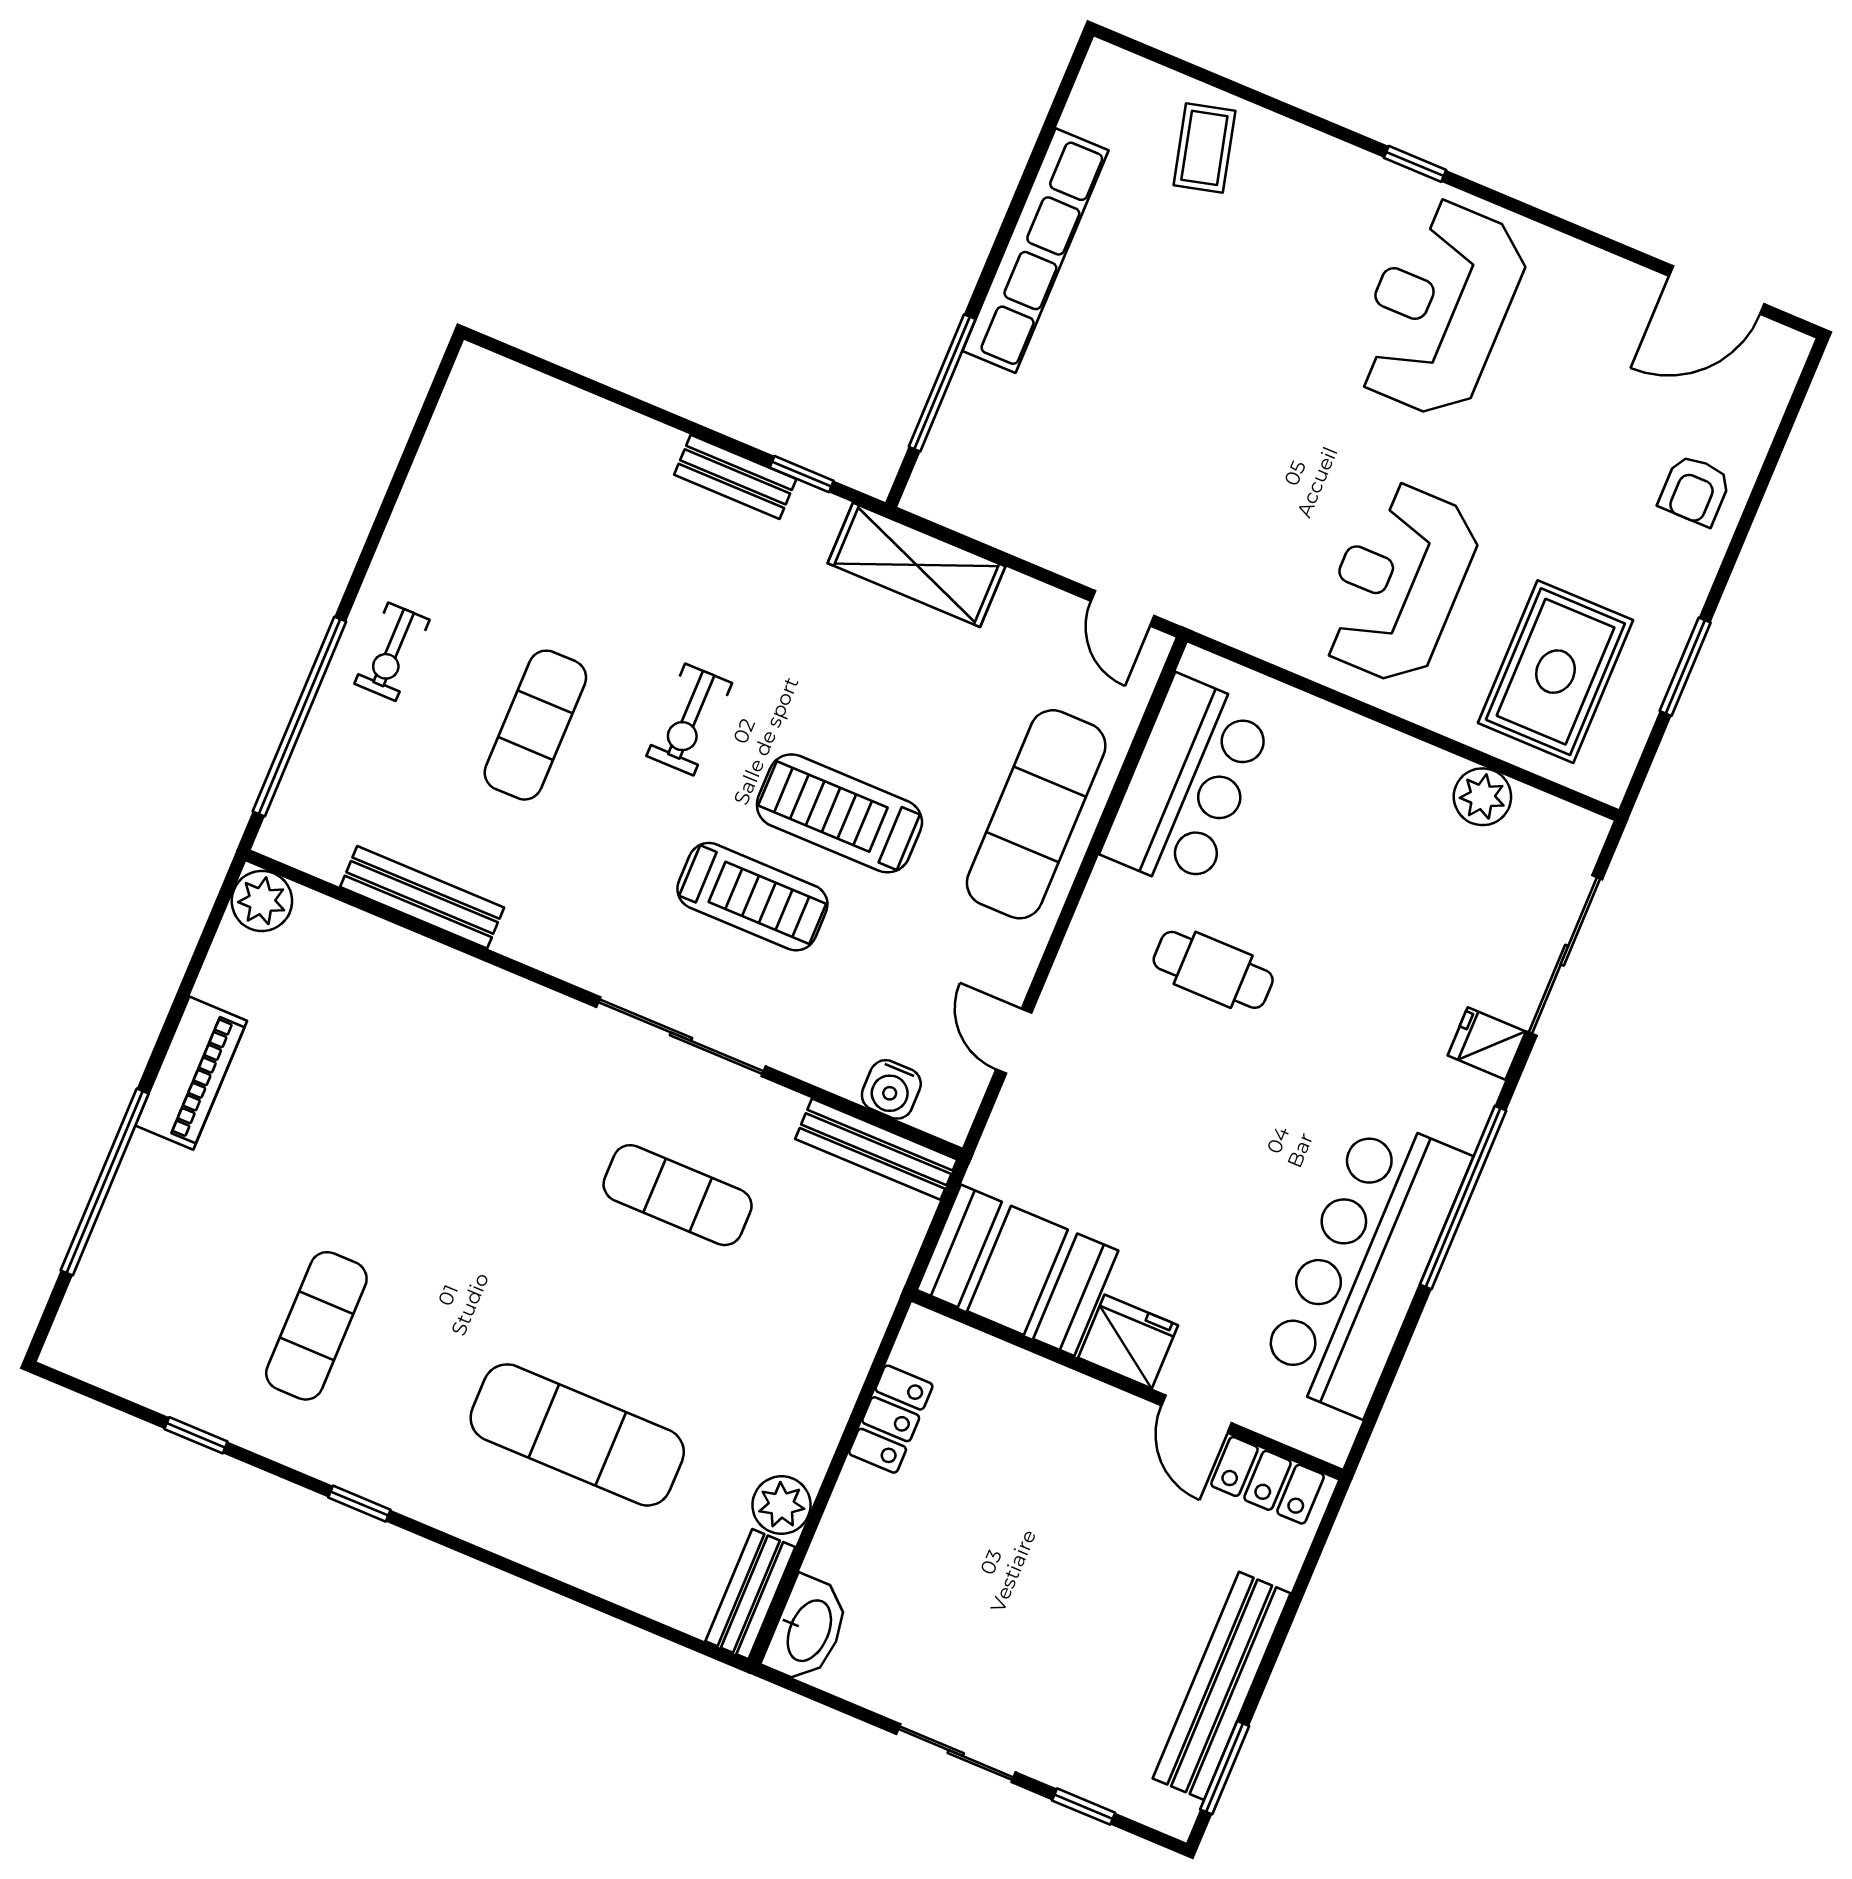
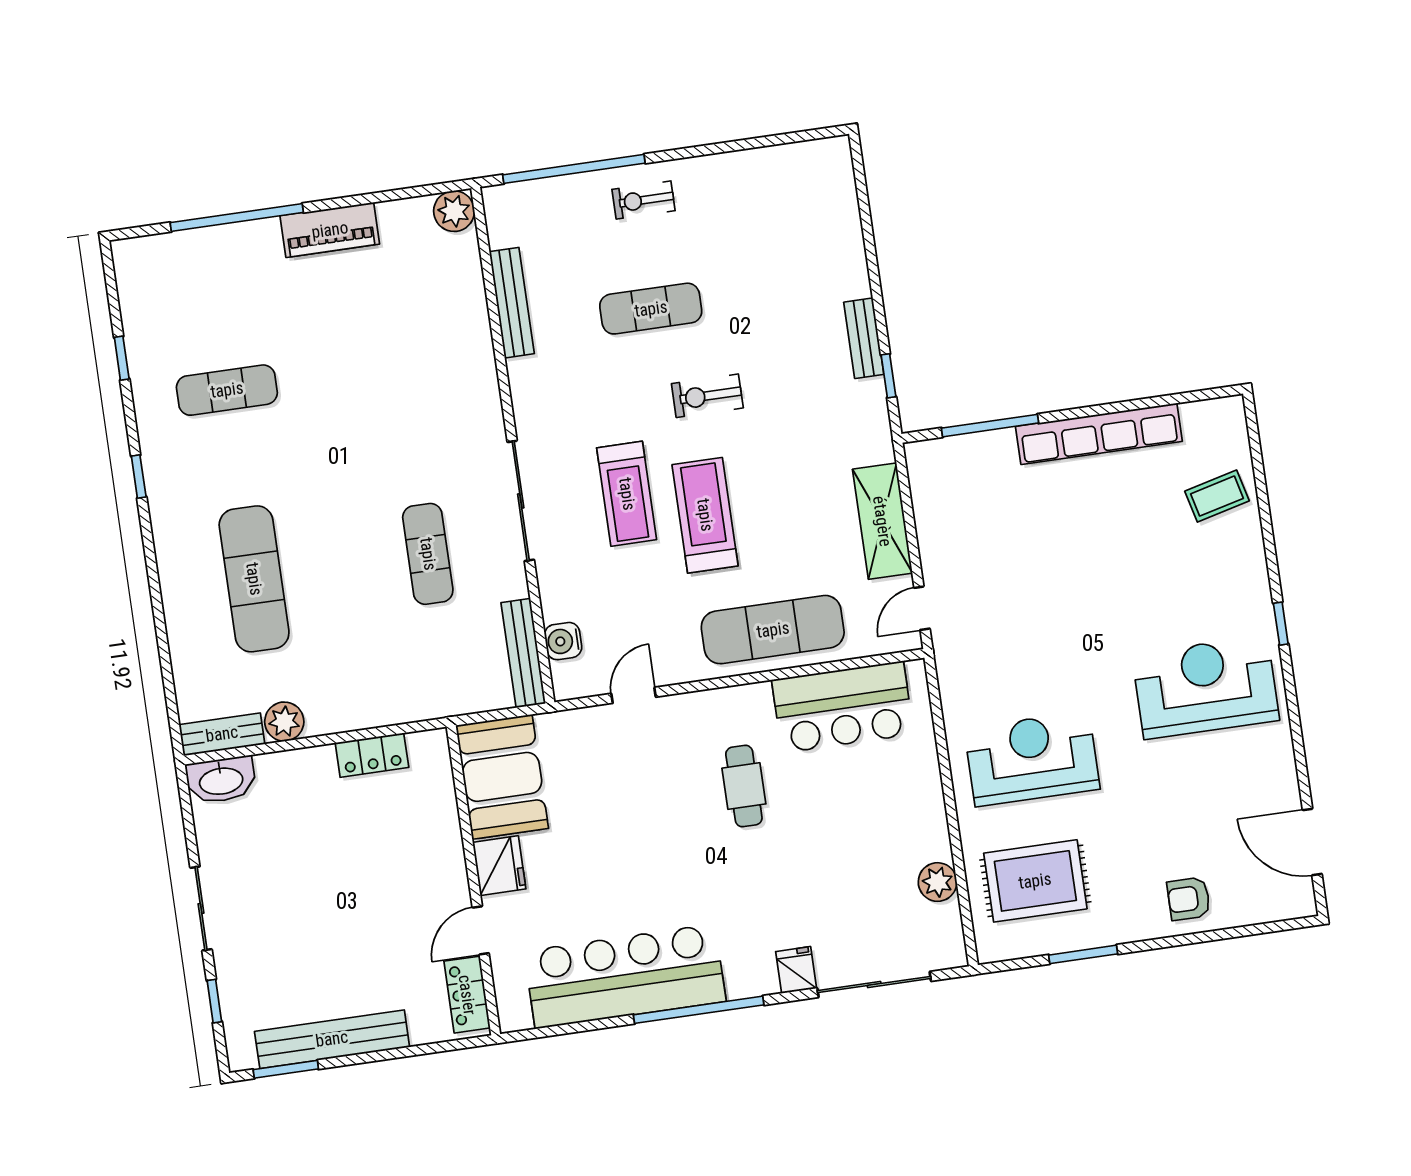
shelving: (916, 565) -> (882, 521), moved

